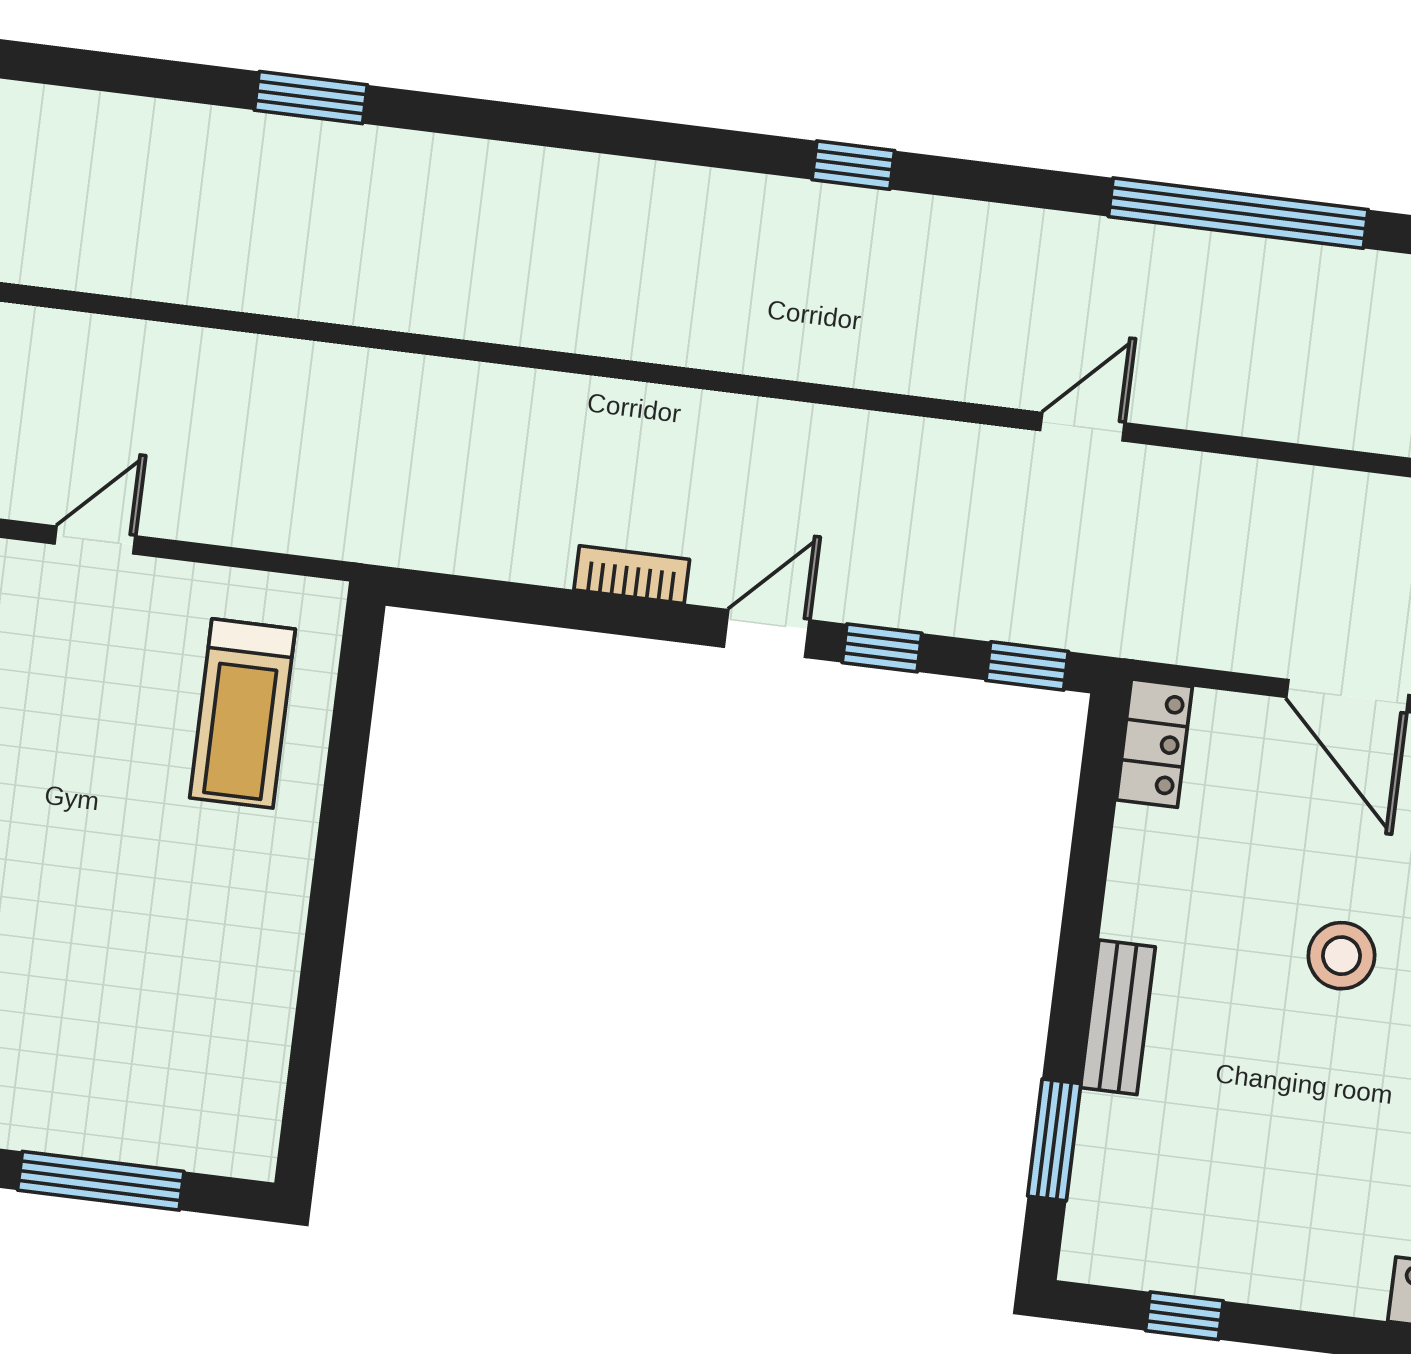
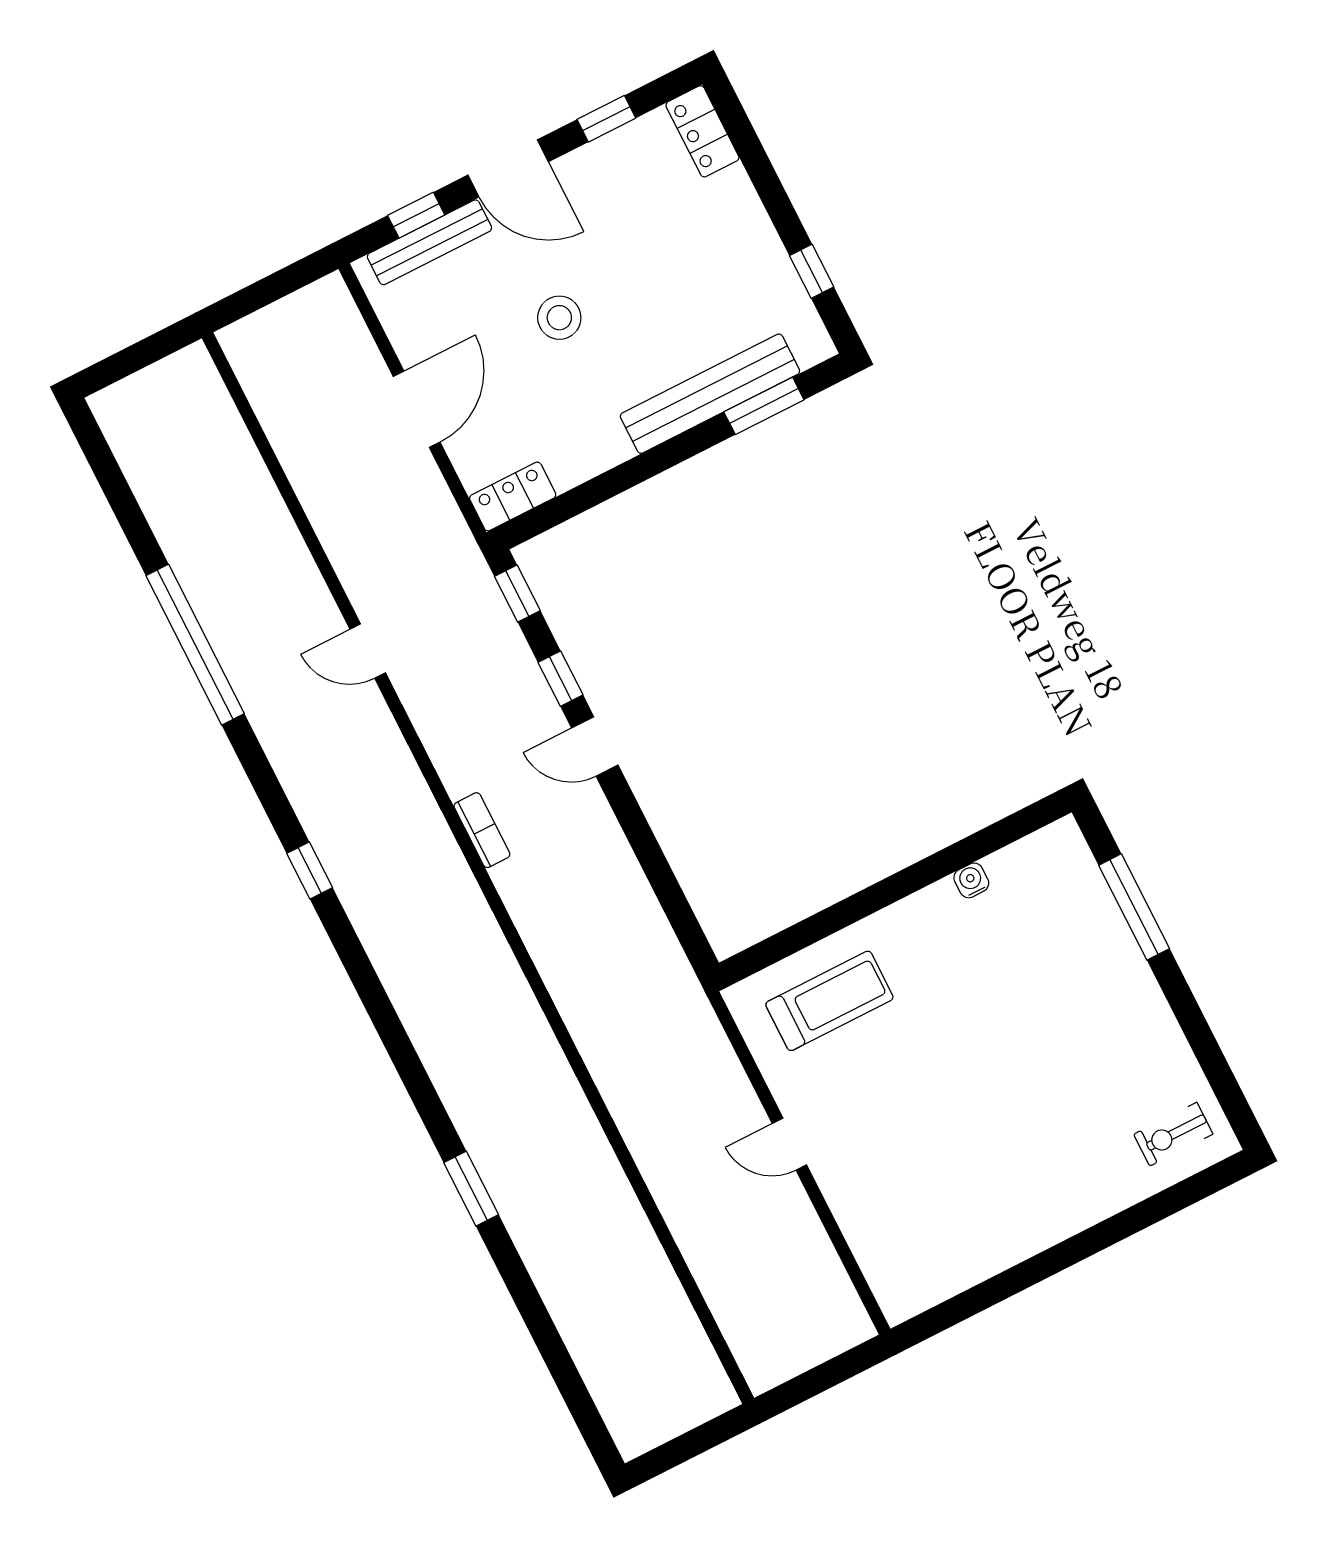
bookcase: (632, 575) -> (482, 830), moved, turned 180
water cooler: (274, 997) -> (971, 880), added
bench: (1118, 1017) -> (710, 394), width x1.86, depth x1.21

